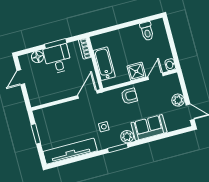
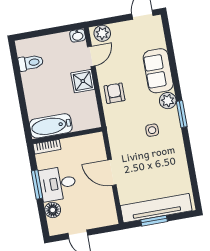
bathtub: (104, 64) -> (51, 126), moved
door: (156, 76) -> (91, 56), swing flipped
door: (87, 94) -> (112, 172), moved
plant: (178, 100) -> (102, 33), moved
tv unit: (70, 151) -> (156, 208), moved, turned 90

